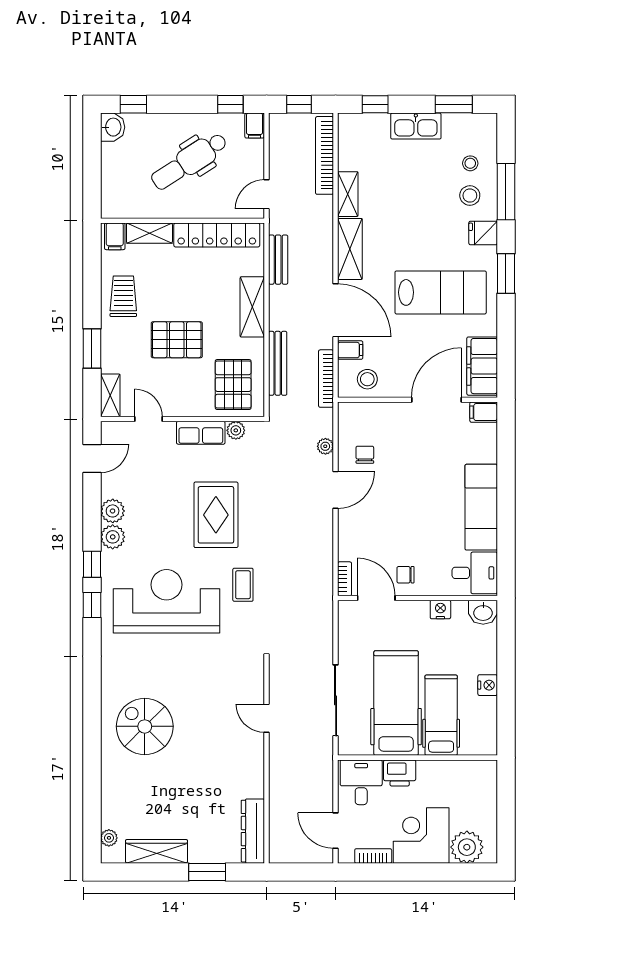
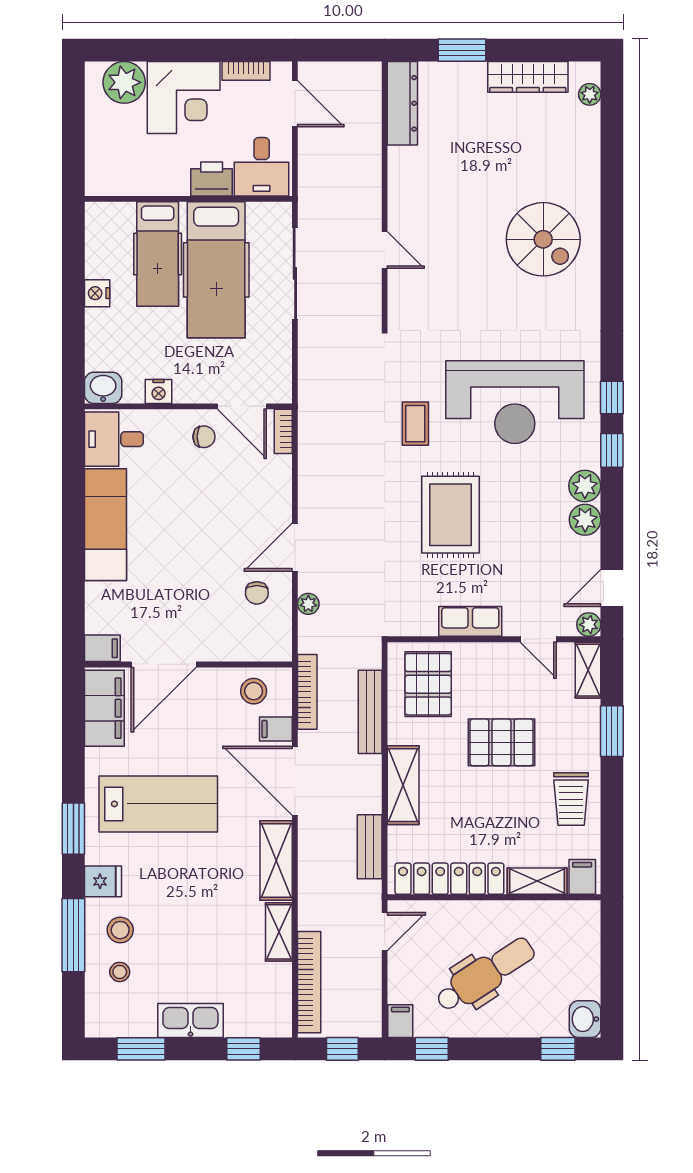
lab bench: (441, 292) -> (158, 804), turned 180
plant: (236, 430) -> (589, 625), moved

